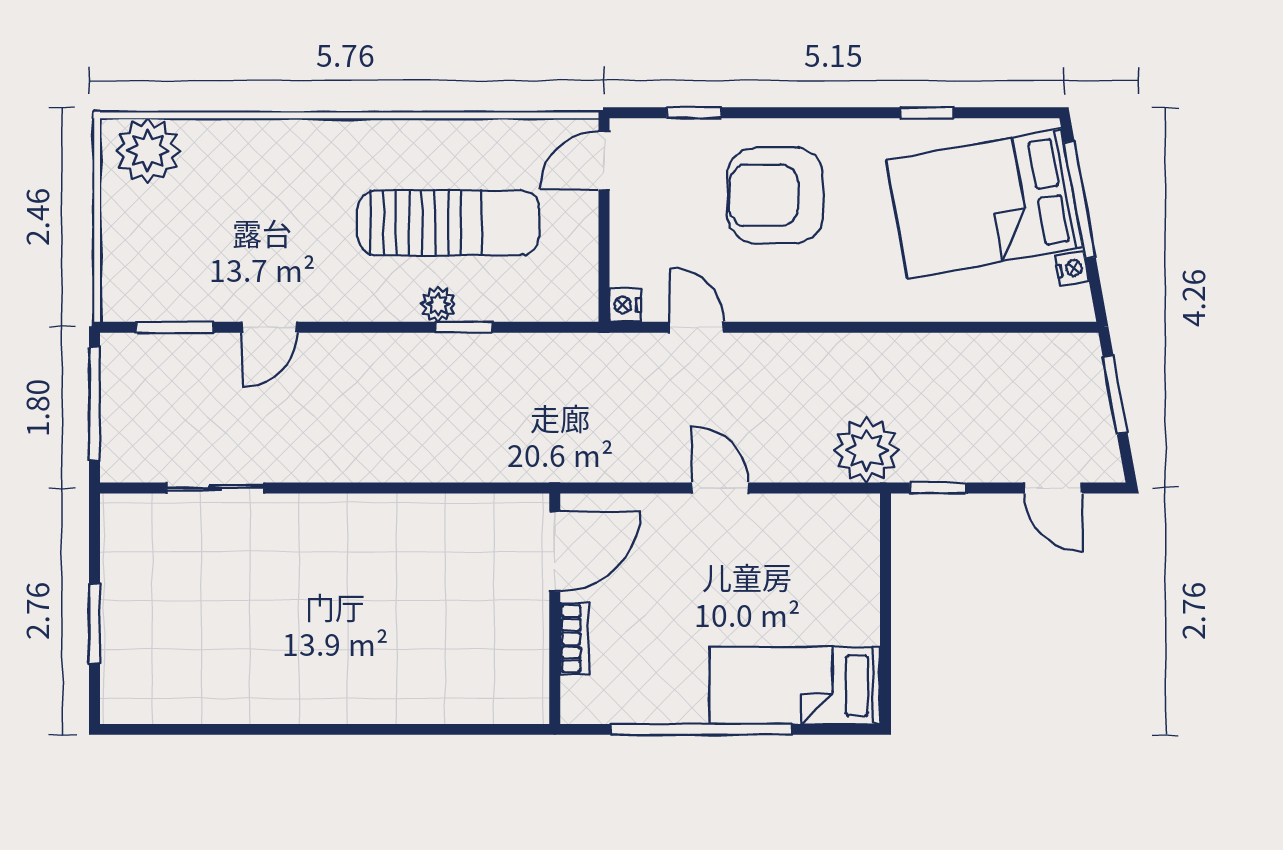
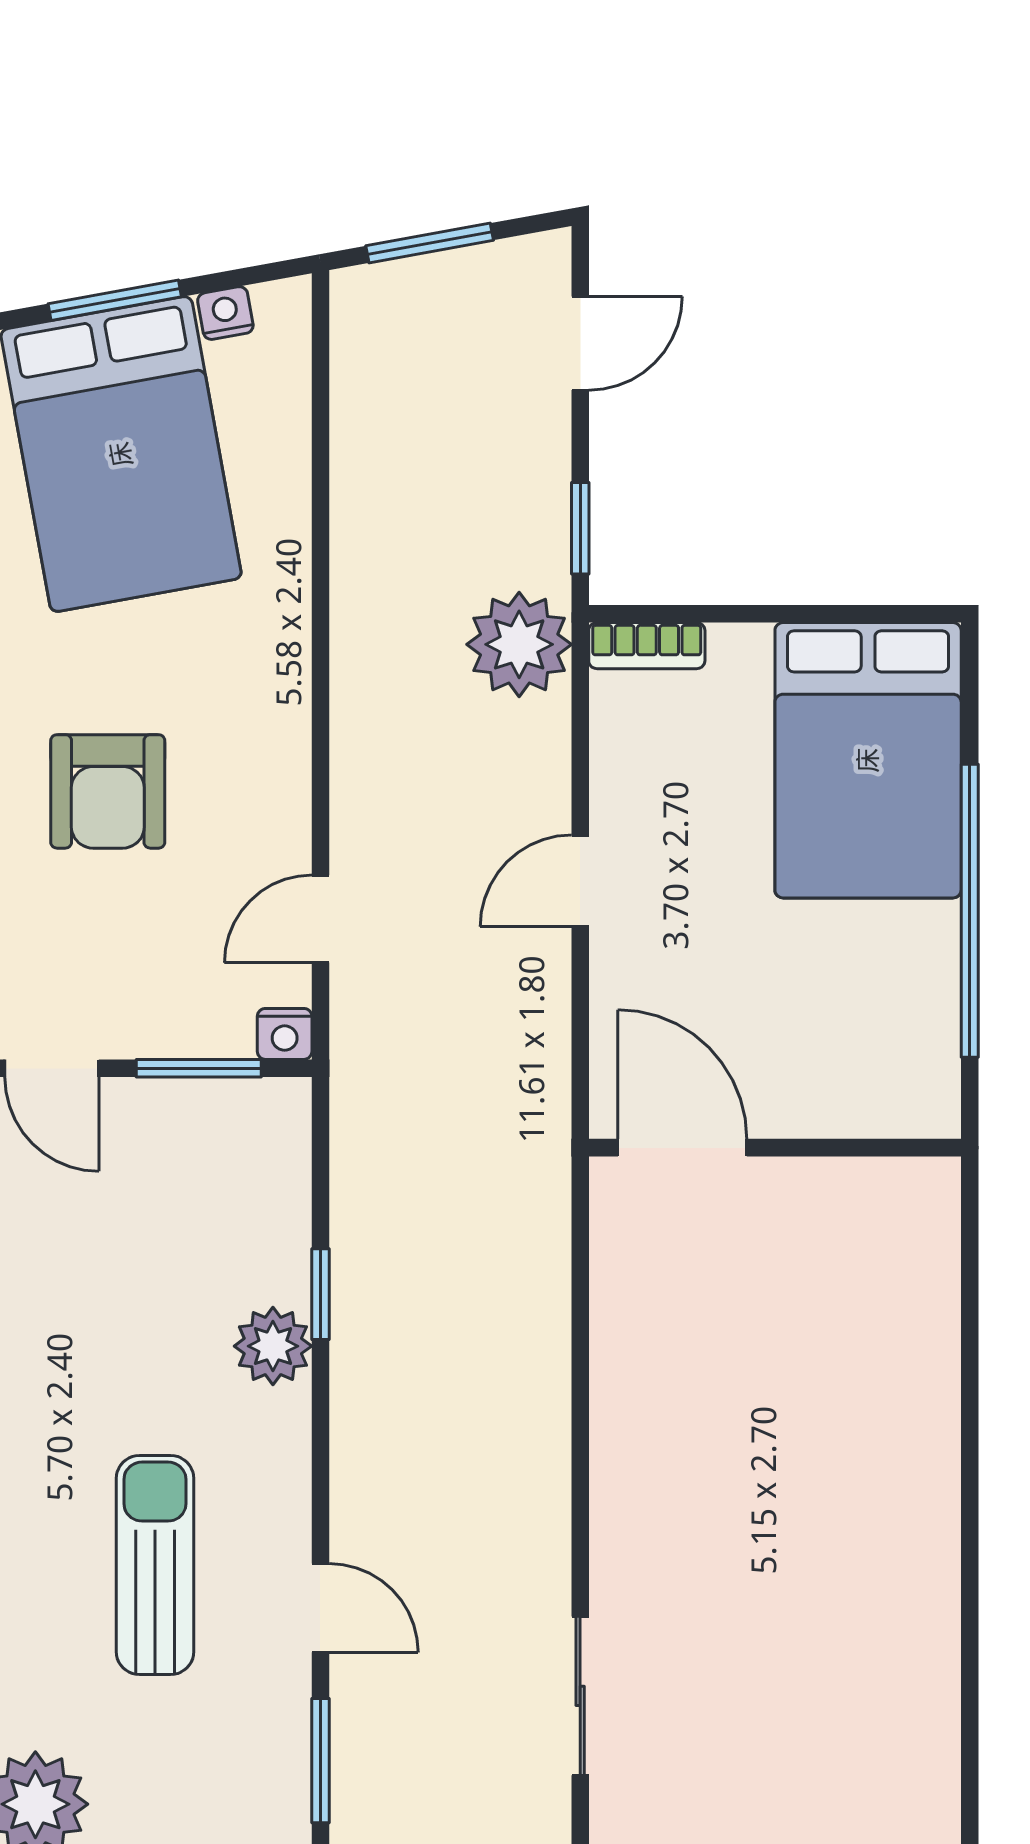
armchair: (775, 195) -> (108, 791), width x0.73, depth x0.73
window: (1080, 200) -> (115, 300), width x0.69
sun lounger: (448, 223) -> (155, 1565), moved, width x0.73, depth x0.75
window: (604, 252) -> (199, 1068), added
plant: (438, 304) -> (273, 1346), width x1.38, depth x1.38
bookcase: (574, 639) -> (647, 646), moved, turned 180
bed: (795, 686) -> (868, 760), width x1.50

